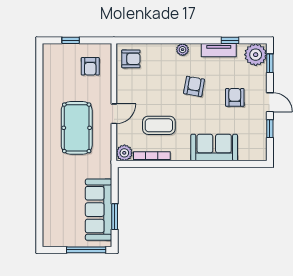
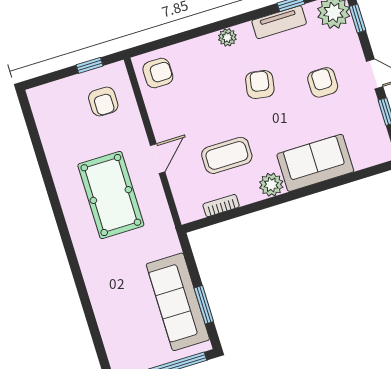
window: (71, 40) -> (90, 65), moved
plant: (124, 153) -> (271, 185), moved
bookcase: (152, 156) -> (221, 206), width x0.64

